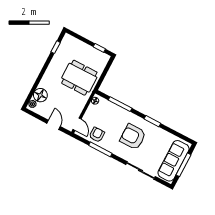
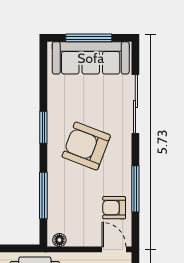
door: (77, 124) -> (114, 249), hinge flipped
armchair: (133, 137) -> (86, 146), turned 111

